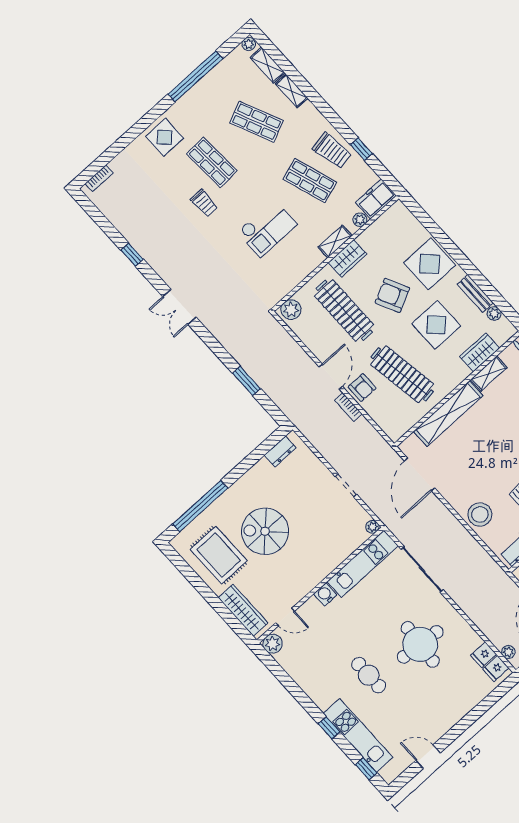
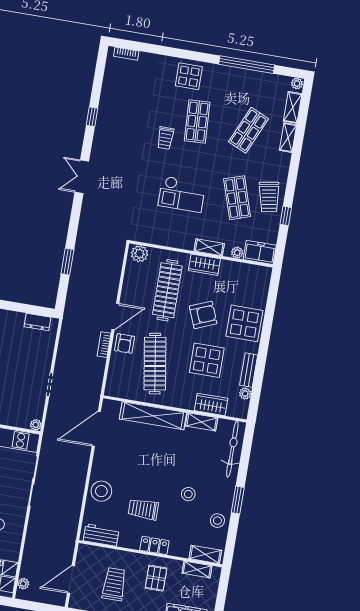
shop shelf: (257, 122) -> (248, 130), turned 48
armchair: (392, 295) -> (203, 315), turned 94

